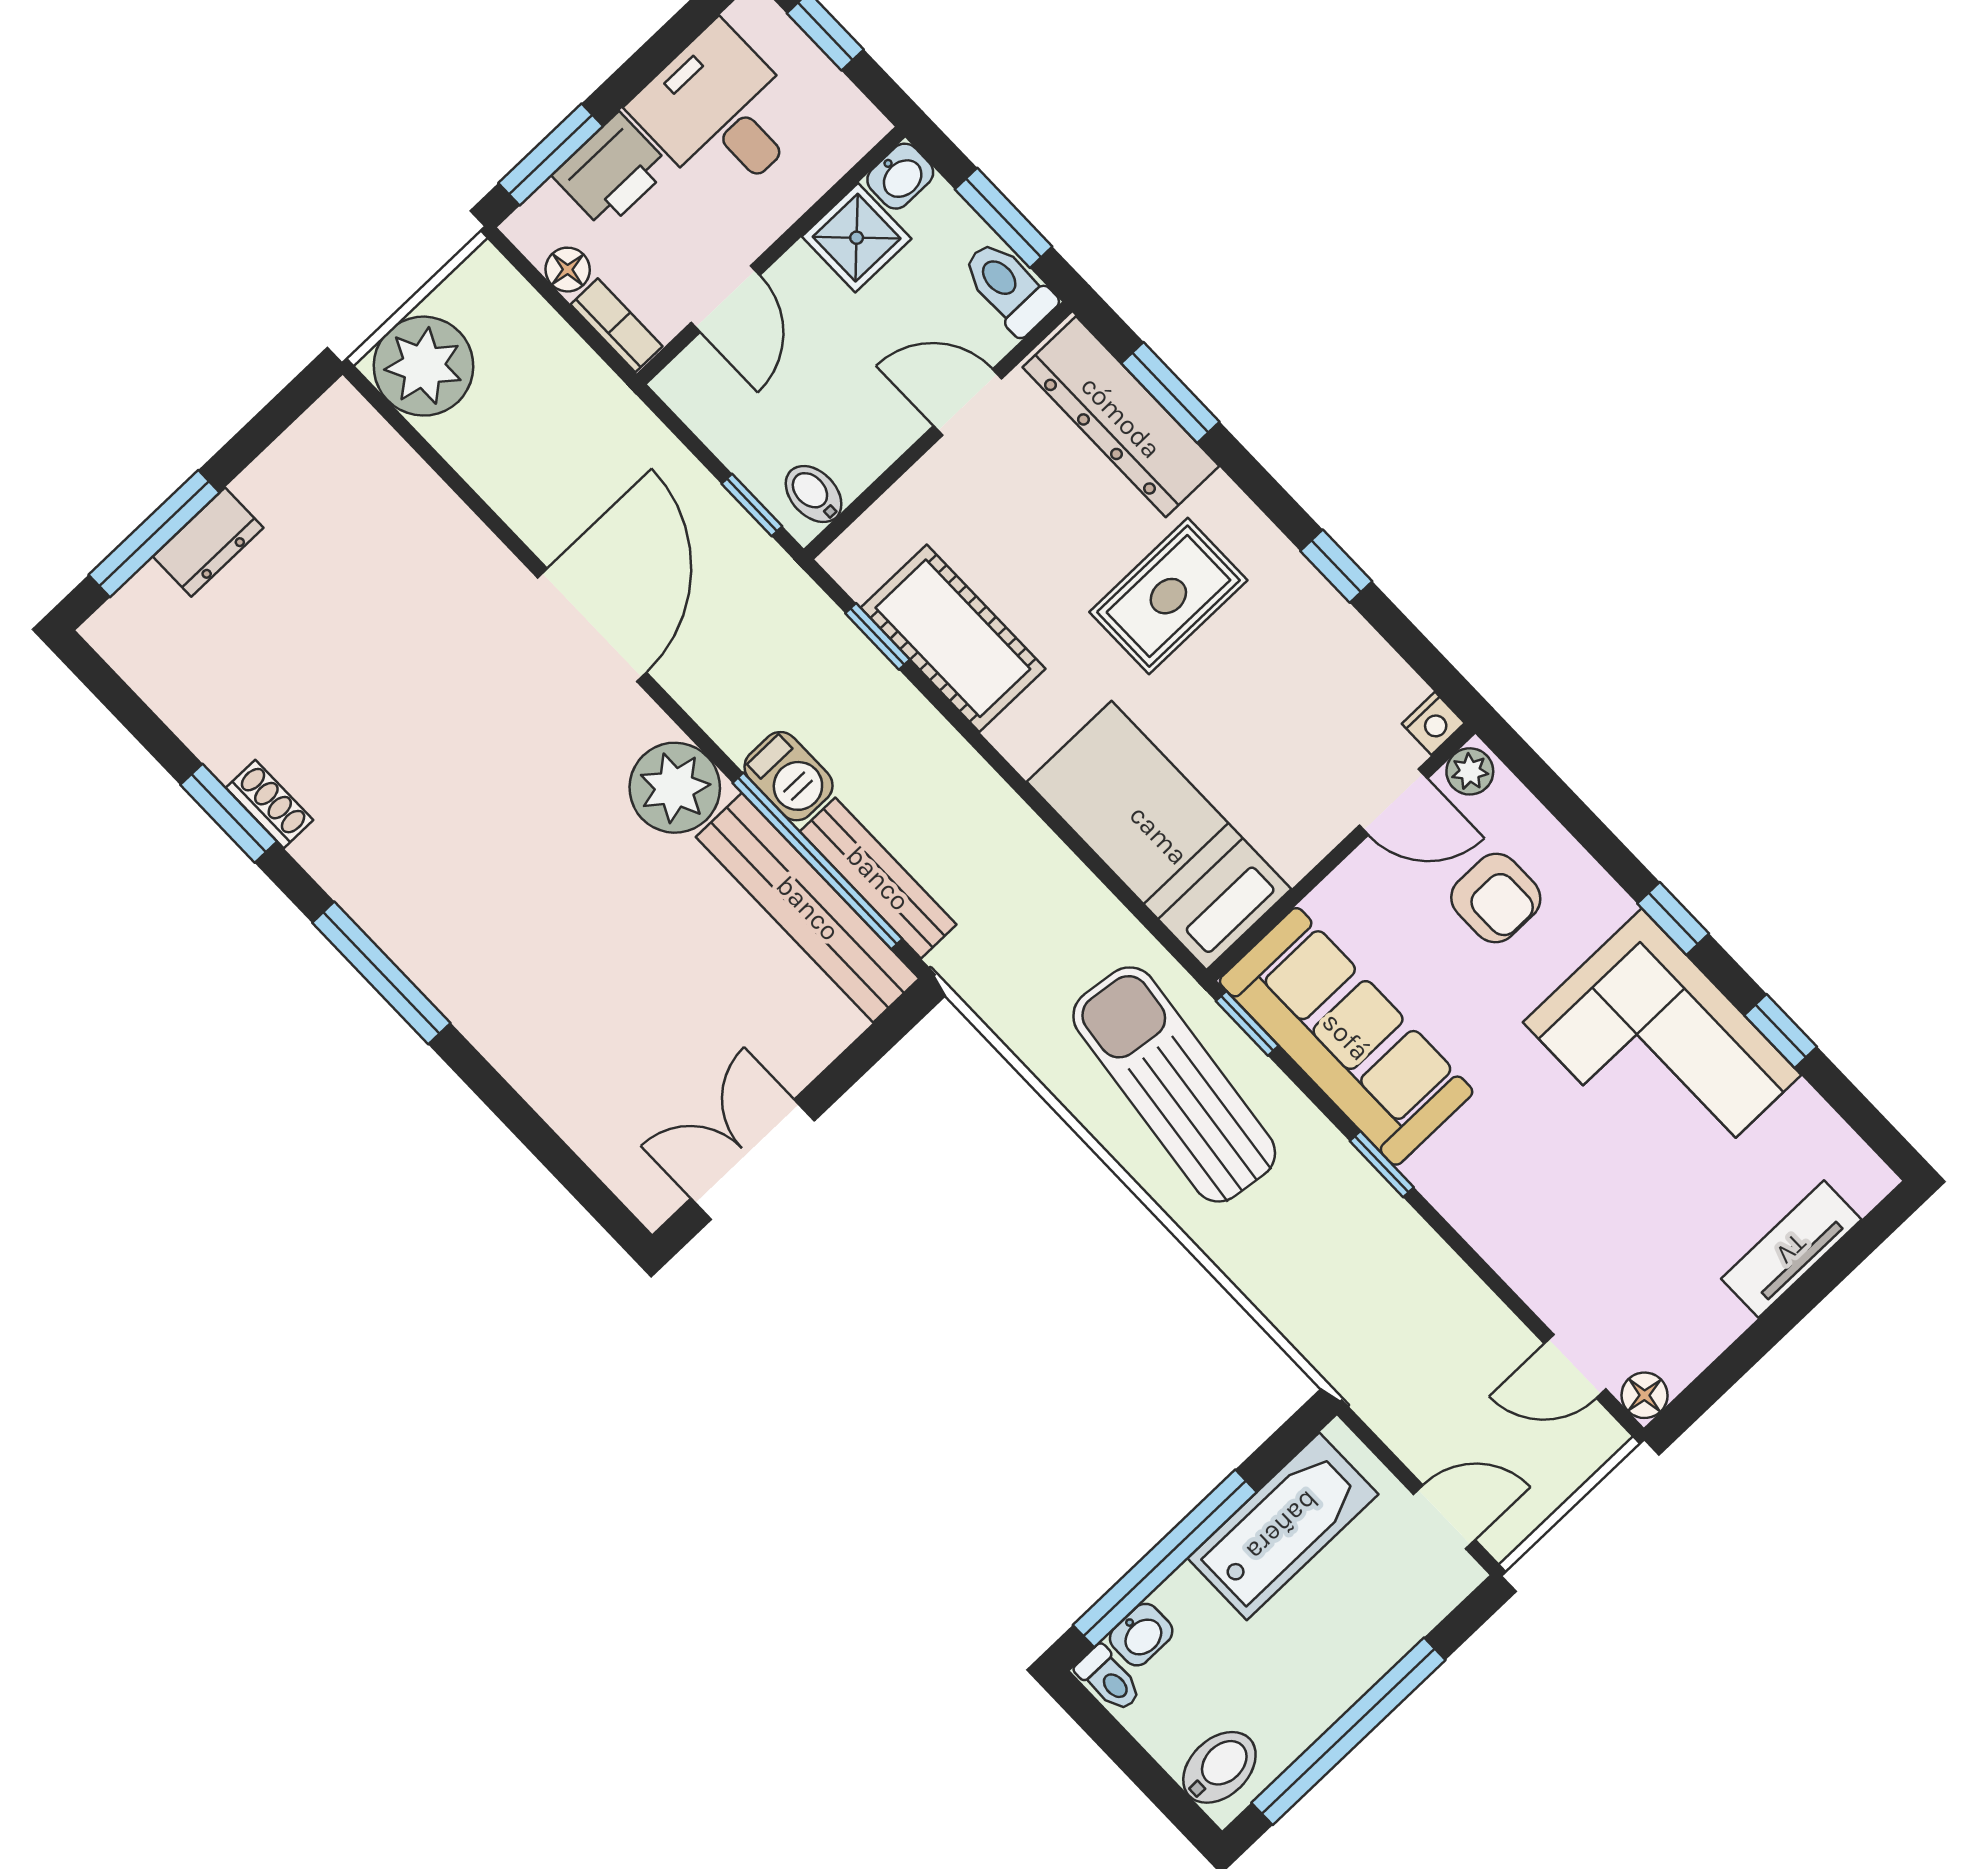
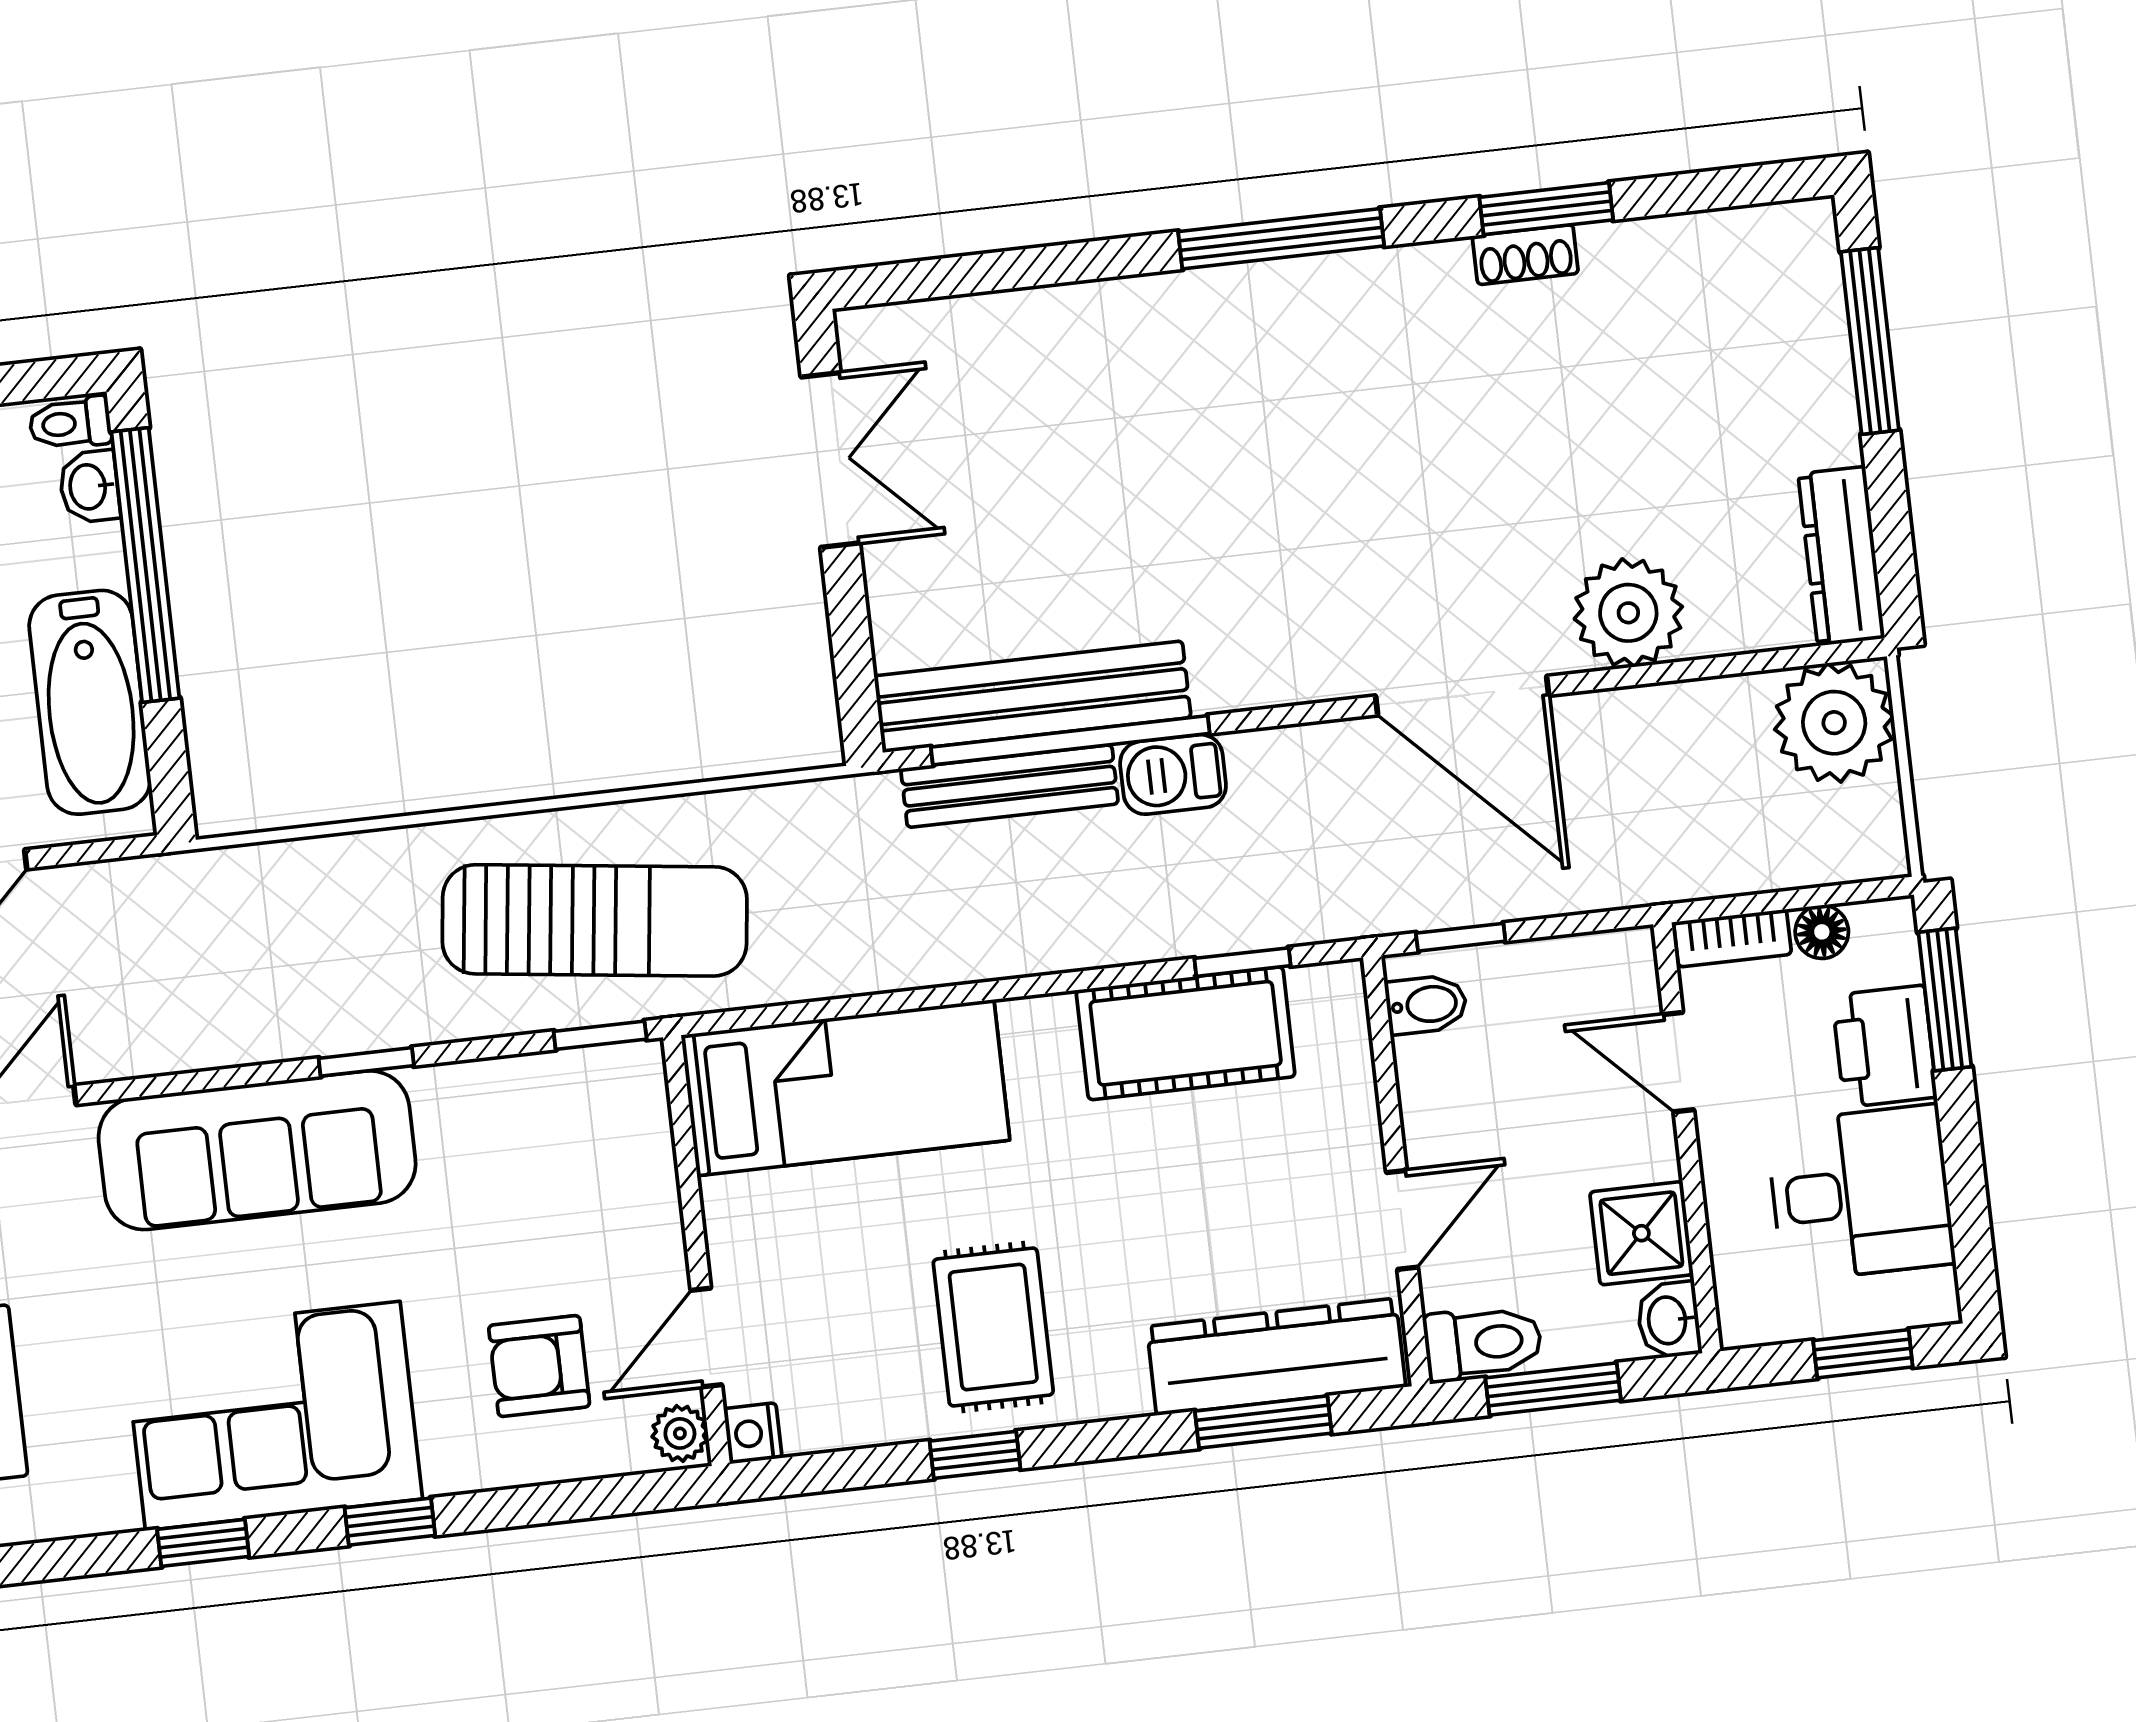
dresser: (208, 542) -> (1841, 556), moved, width x1.44
rug: (1168, 596) -> (993, 1327), moved
plant: (675, 788) -> (1628, 613), moved
sofa: (1346, 1036) -> (257, 1150), moved

